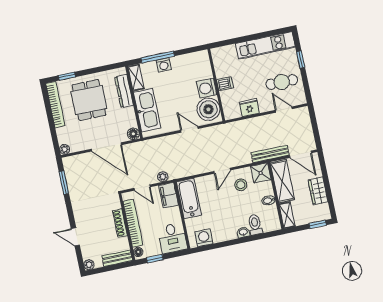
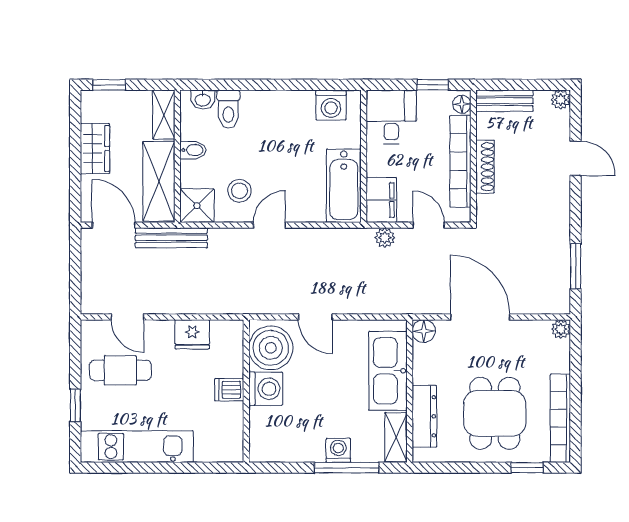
washbasin: (243, 232) -> (203, 99), moved

